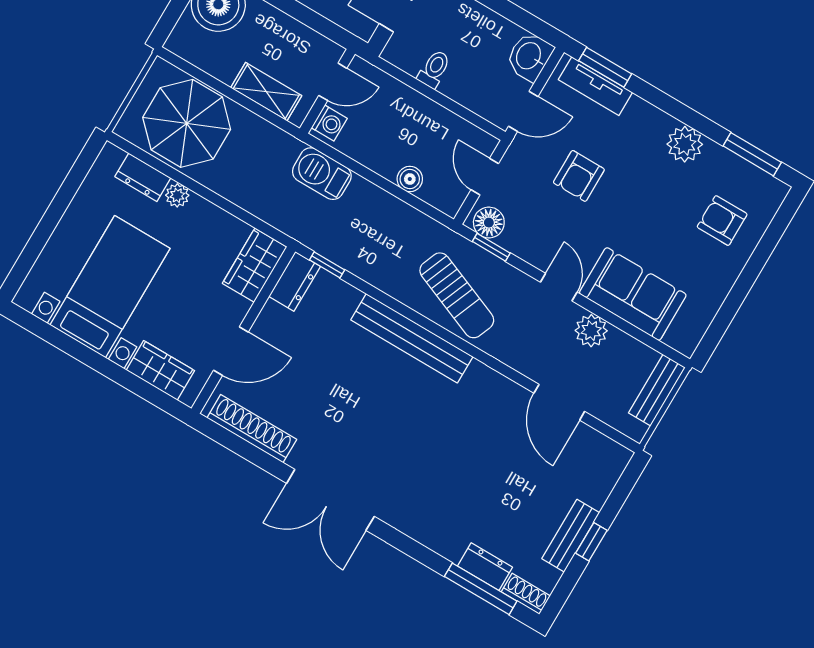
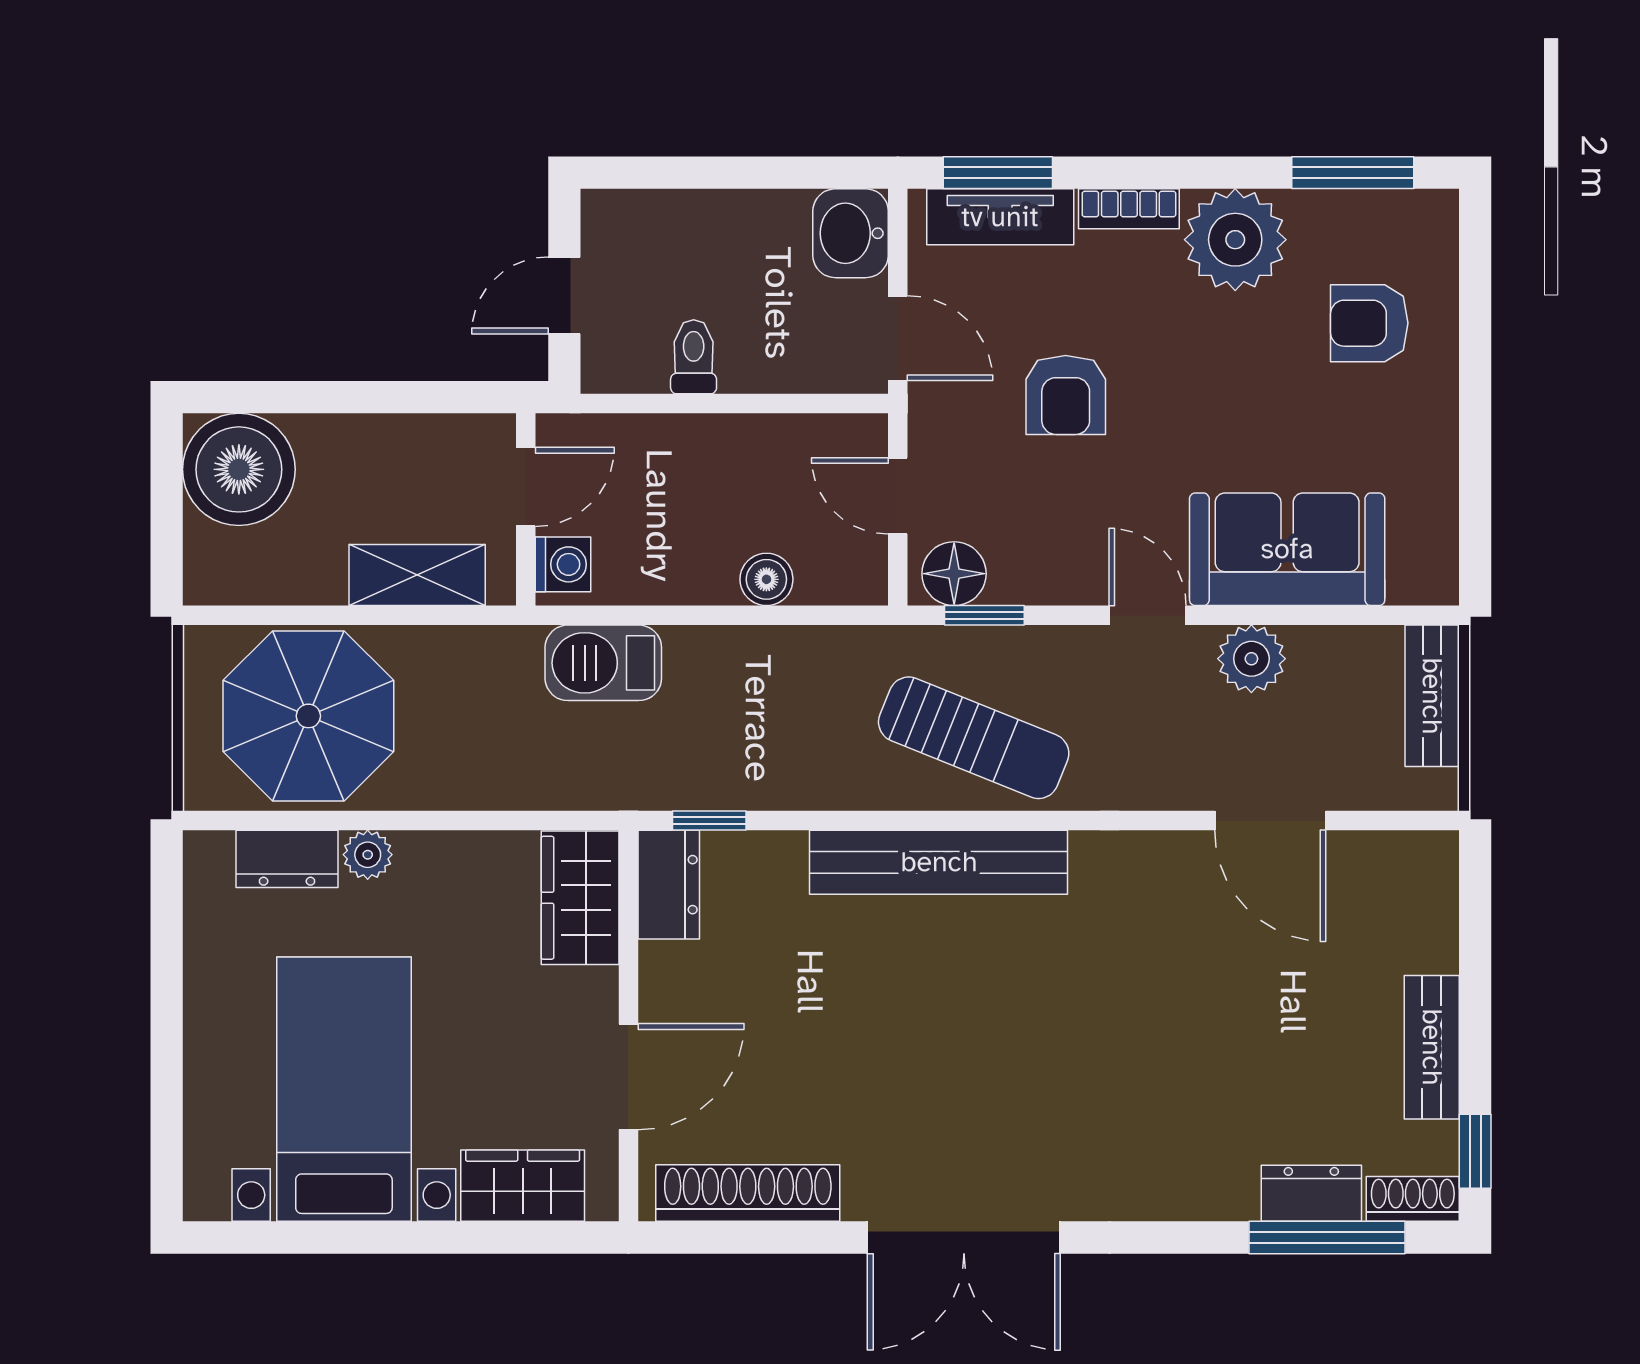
door: (523, 111) -> (898, 338), hinge flipped
bookcase: (651, 114) -> (1129, 209), added
plant: (685, 144) -> (1235, 240), width x1.36, depth x1.36
window: (591, 542) -> (1475, 1151), moved

